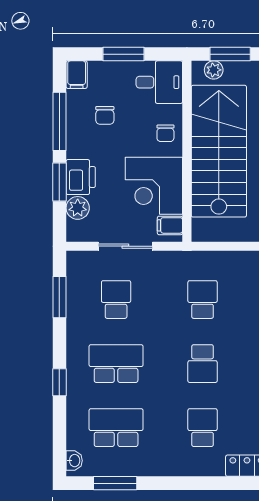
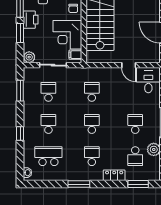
printer: (81, 177) -> (31, 20), moved
plant: (78, 208) -> (29, 57), moved
school desk: (116, 364) -> (48, 124), width x0.54
school desk: (203, 364) -> (92, 124), turned 180
window: (115, 483) -> (79, 184), moved

